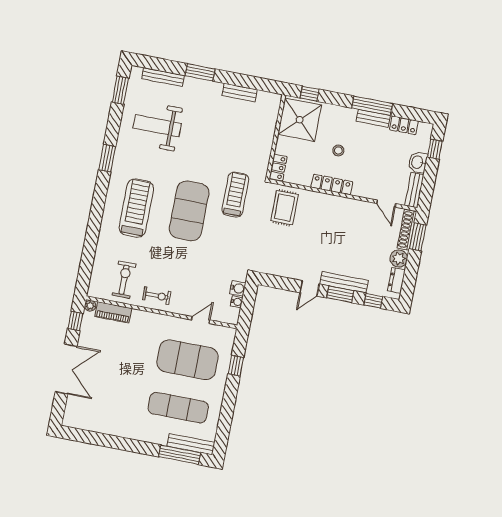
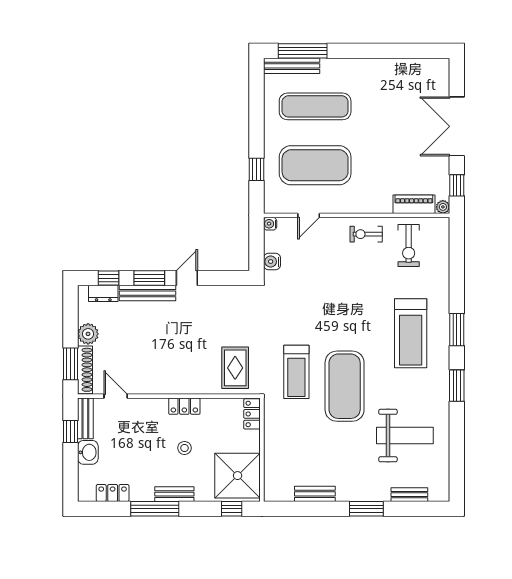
bench: (163, 77) -> (409, 495), width x0.73
window: (120, 90) -> (457, 330), moved
bench: (373, 118) -> (174, 494), moved
window: (435, 149) -> (70, 432), moved
locker: (332, 184) -> (184, 406), width x0.66
exercise mat: (189, 211) -> (345, 386), moved
dresser: (396, 280) -> (103, 293), moved, turned 90
water cooler: (237, 302) -> (270, 224), moved

